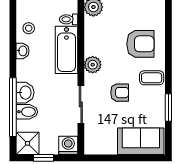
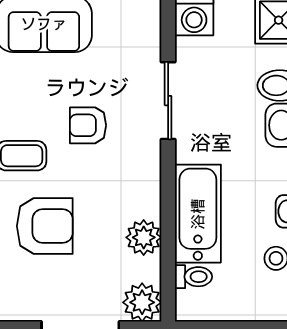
armchair: (140, 44) -> (45, 226), turned 180
plant: (93, 65) -> (144, 237), moved

